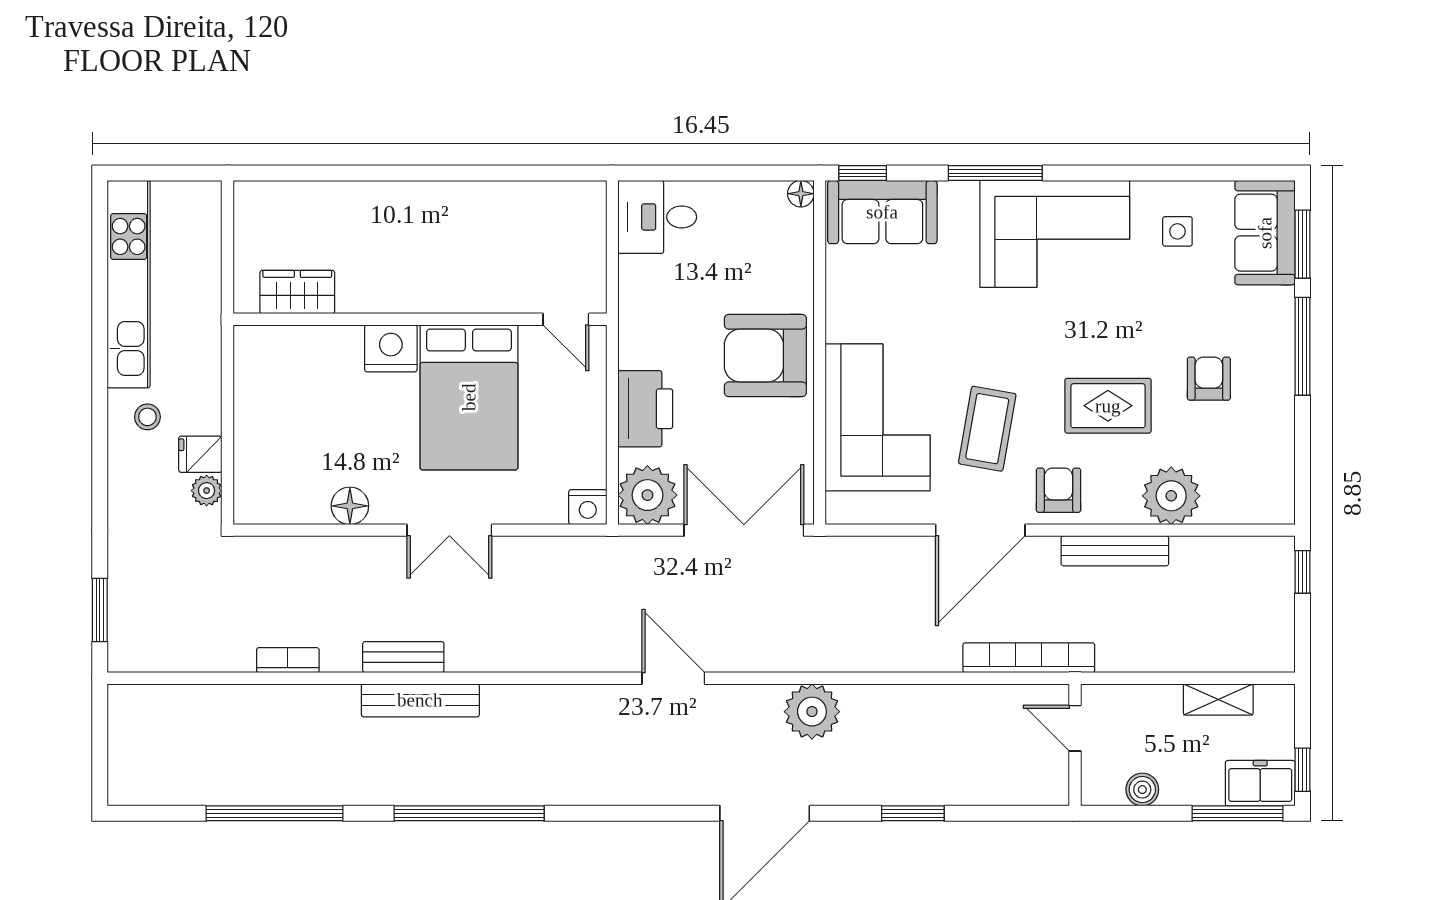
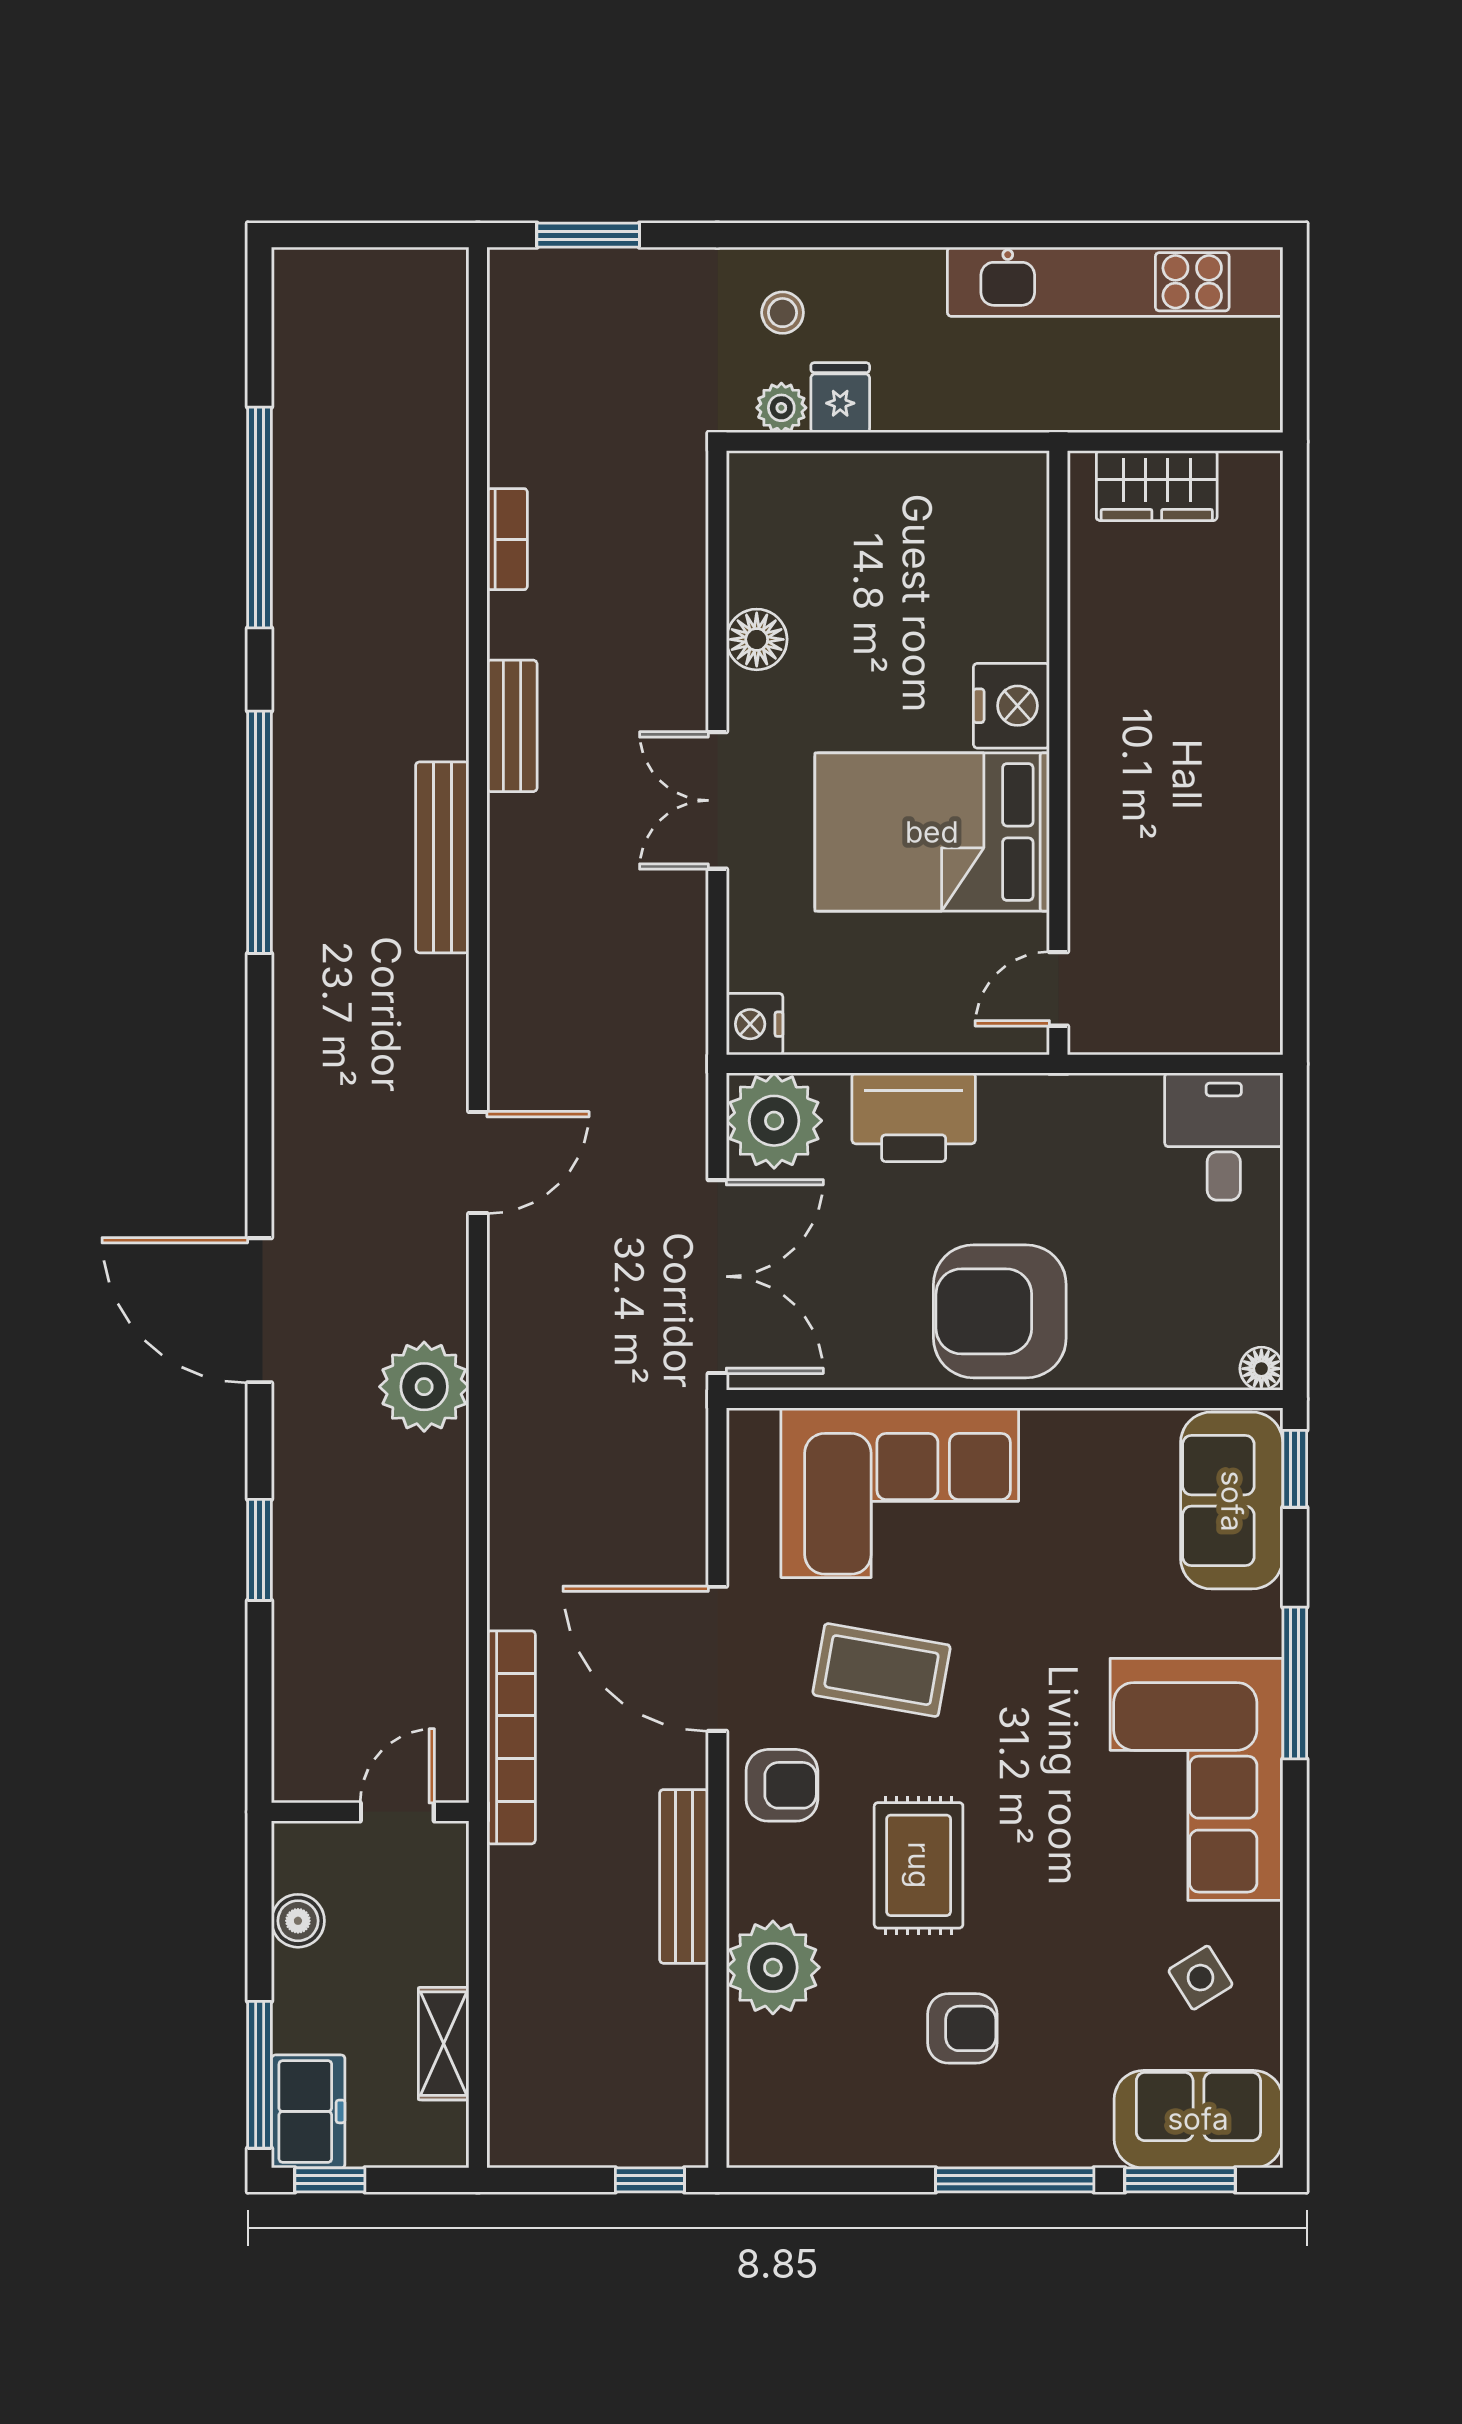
side table: (1177, 231) -> (1201, 1978), turned -32
wardrobe: (297, 292) -> (1157, 486), moved, turned 90
armchair: (765, 356) -> (1000, 1311), turned -90
stool: (147, 417) -> (783, 313), moved
bench: (420, 700) -> (442, 857), moved

